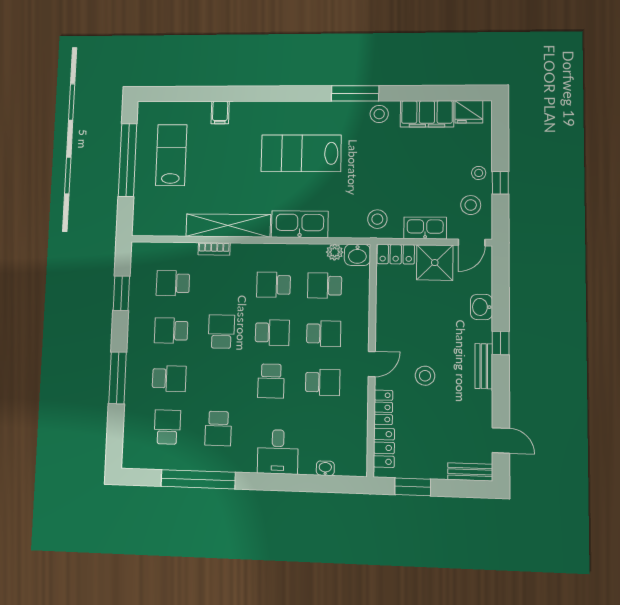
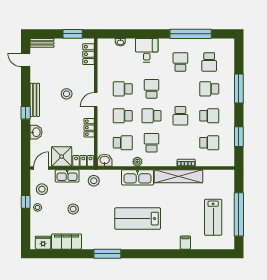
stool: (379, 114) -> (73, 209), moved
lab bench: (301, 153) -> (138, 219), turned 180
plant: (335, 252) -> (137, 162), moved
school desk: (274, 285) -> (152, 143), turned -90
bench: (484, 366) -> (35, 100), width x1.36
locker: (383, 407) -> (89, 128), moved

